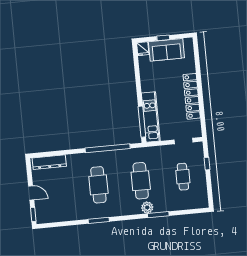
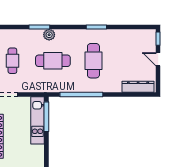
cafe table: (141, 181) -> (53, 61), turned 90

